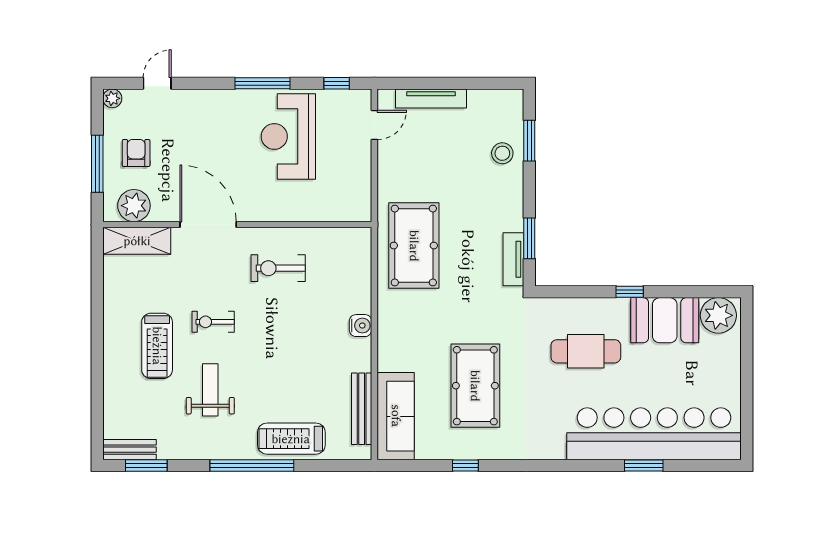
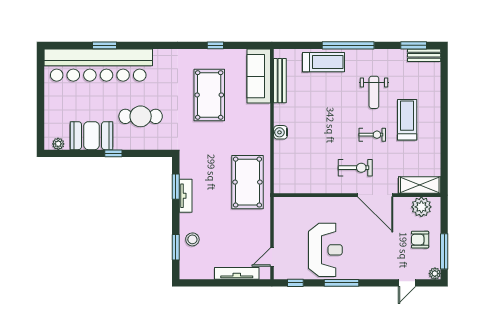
armchair: (136, 153) -> (420, 240), turned 90
window: (97, 164) -> (444, 251), moved
tv unit: (513, 259) -> (186, 196), moved
exercise bike: (278, 268) -> (355, 168), moved
plant: (718, 315) -> (58, 144), width x0.53, depth x0.53

